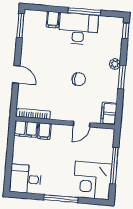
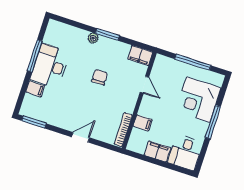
window: (126, 31) -> (63, 20), removed
filing cabinet: (26, 129) -> (158, 151), moved, turned -90
corner desk: (92, 181) -> (198, 100), moved, turned 90

